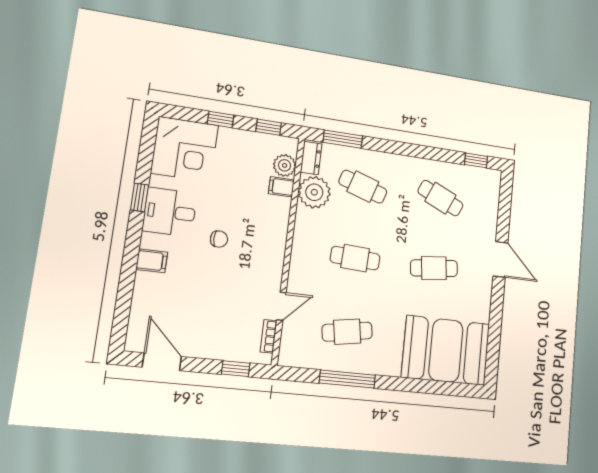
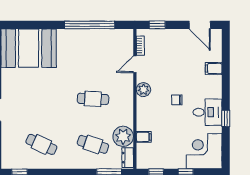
plant: (285, 165) -> (143, 90), moved
filing cabinet: (152, 261) -> (214, 69), moved
cafe table: (434, 268) -> (41, 99), removed
cafe table: (347, 332) -> (93, 53), removed
window: (347, 379) -> (90, 25), width x1.46

